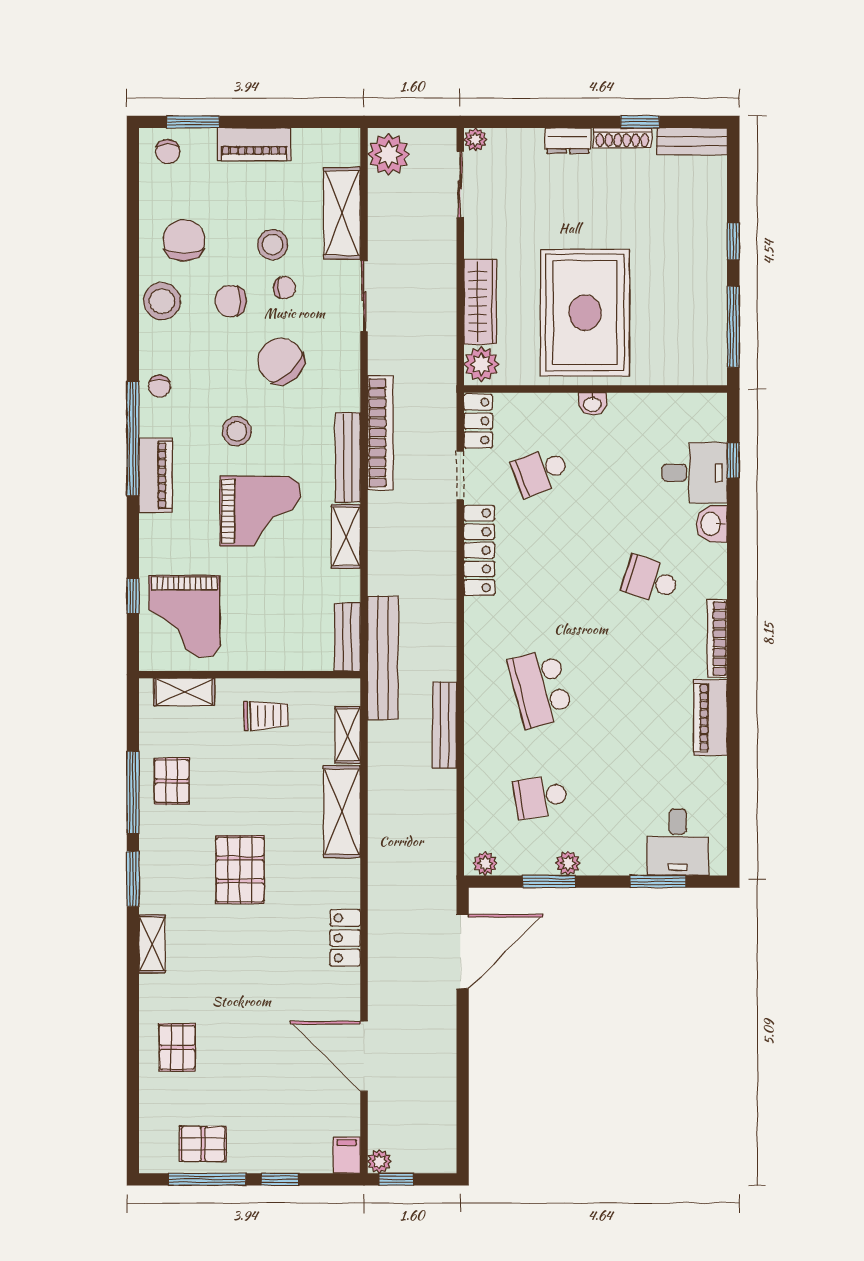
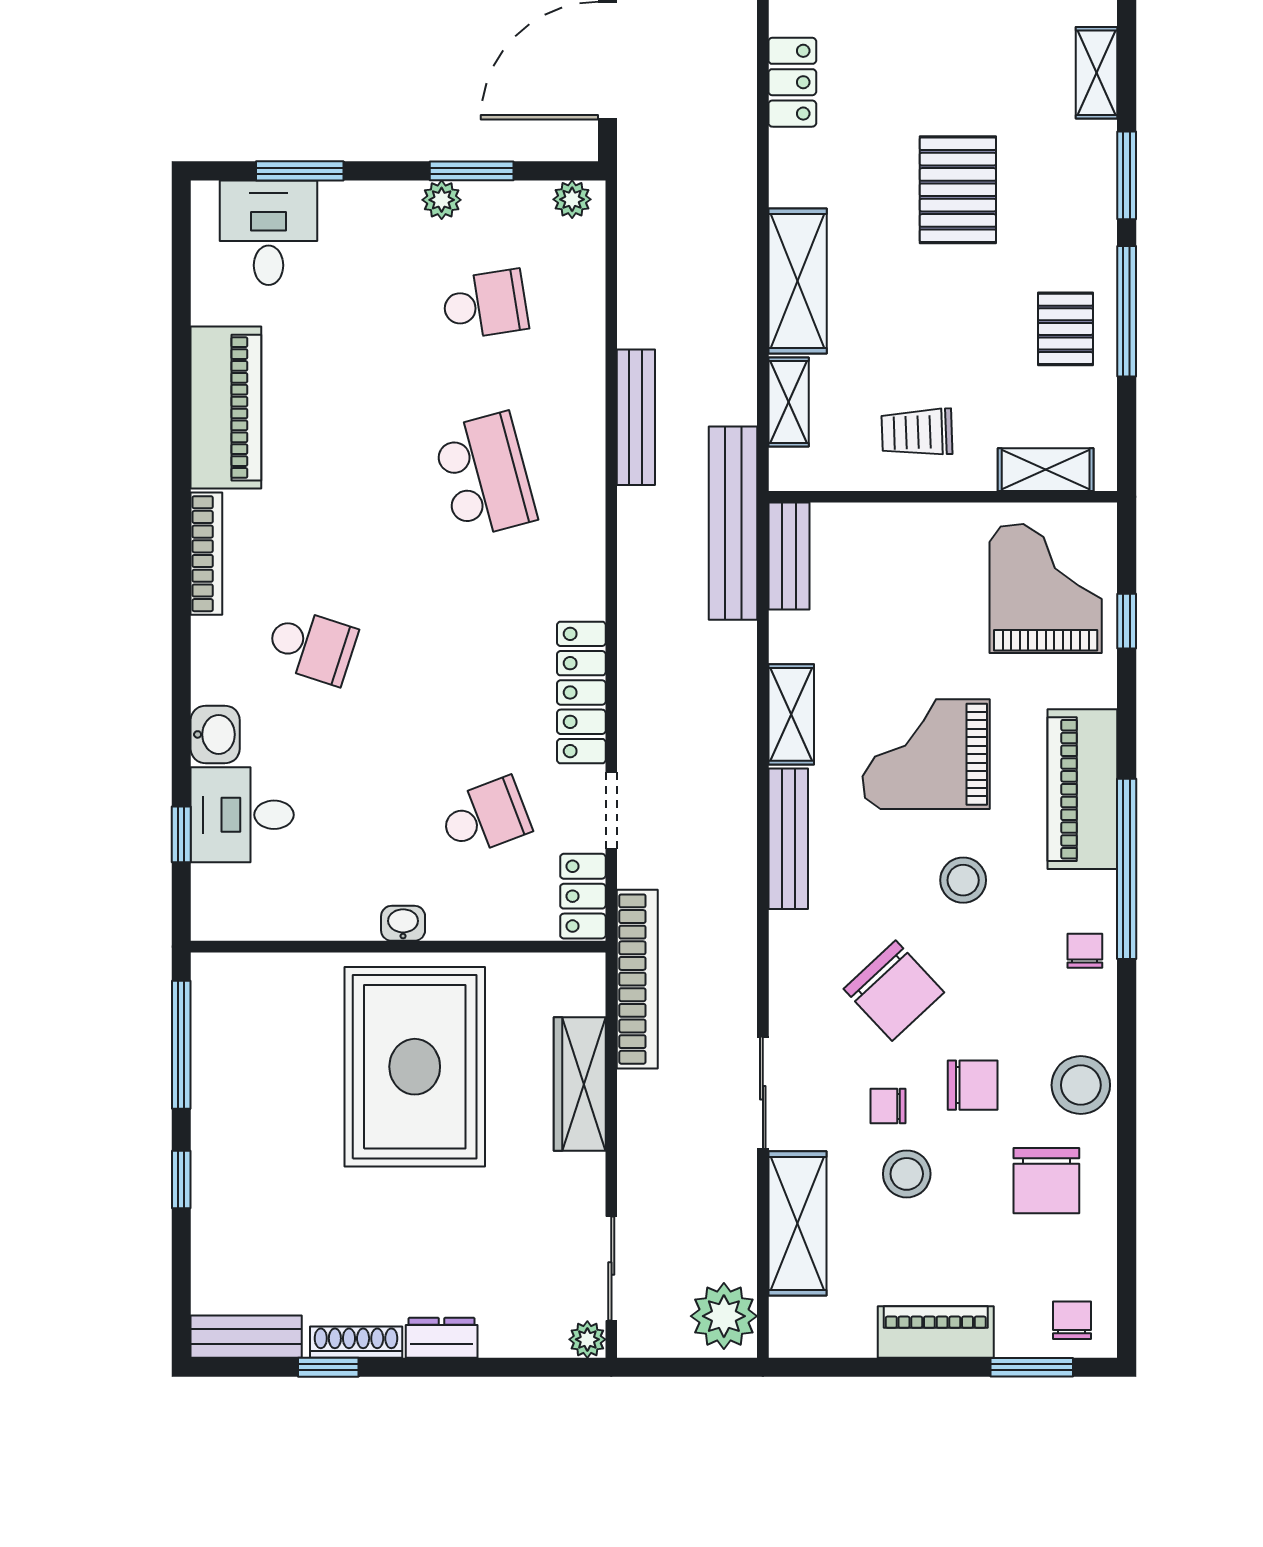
plant: (481, 364) -> (578, 986), removed
bookcase: (380, 433) -> (637, 979), moved, turned 180
piano: (156, 475) -> (1082, 789), width x1.37, depth x1.33
piano: (710, 717) -> (226, 408), width x1.37, depth x1.33

